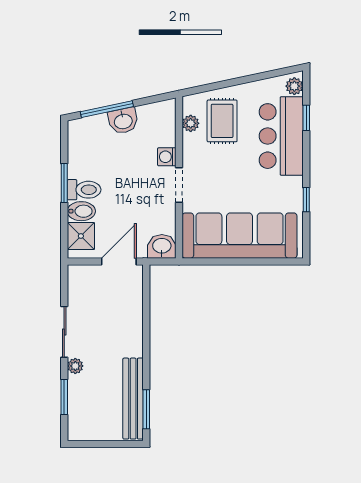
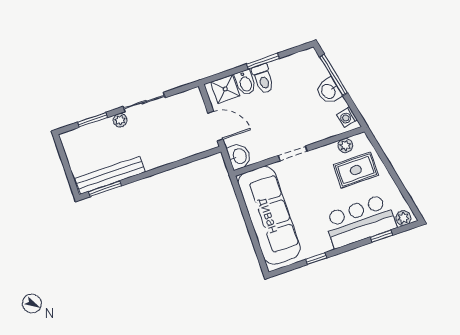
washing machine: (167, 157) -> (347, 117), moved, turned -102

